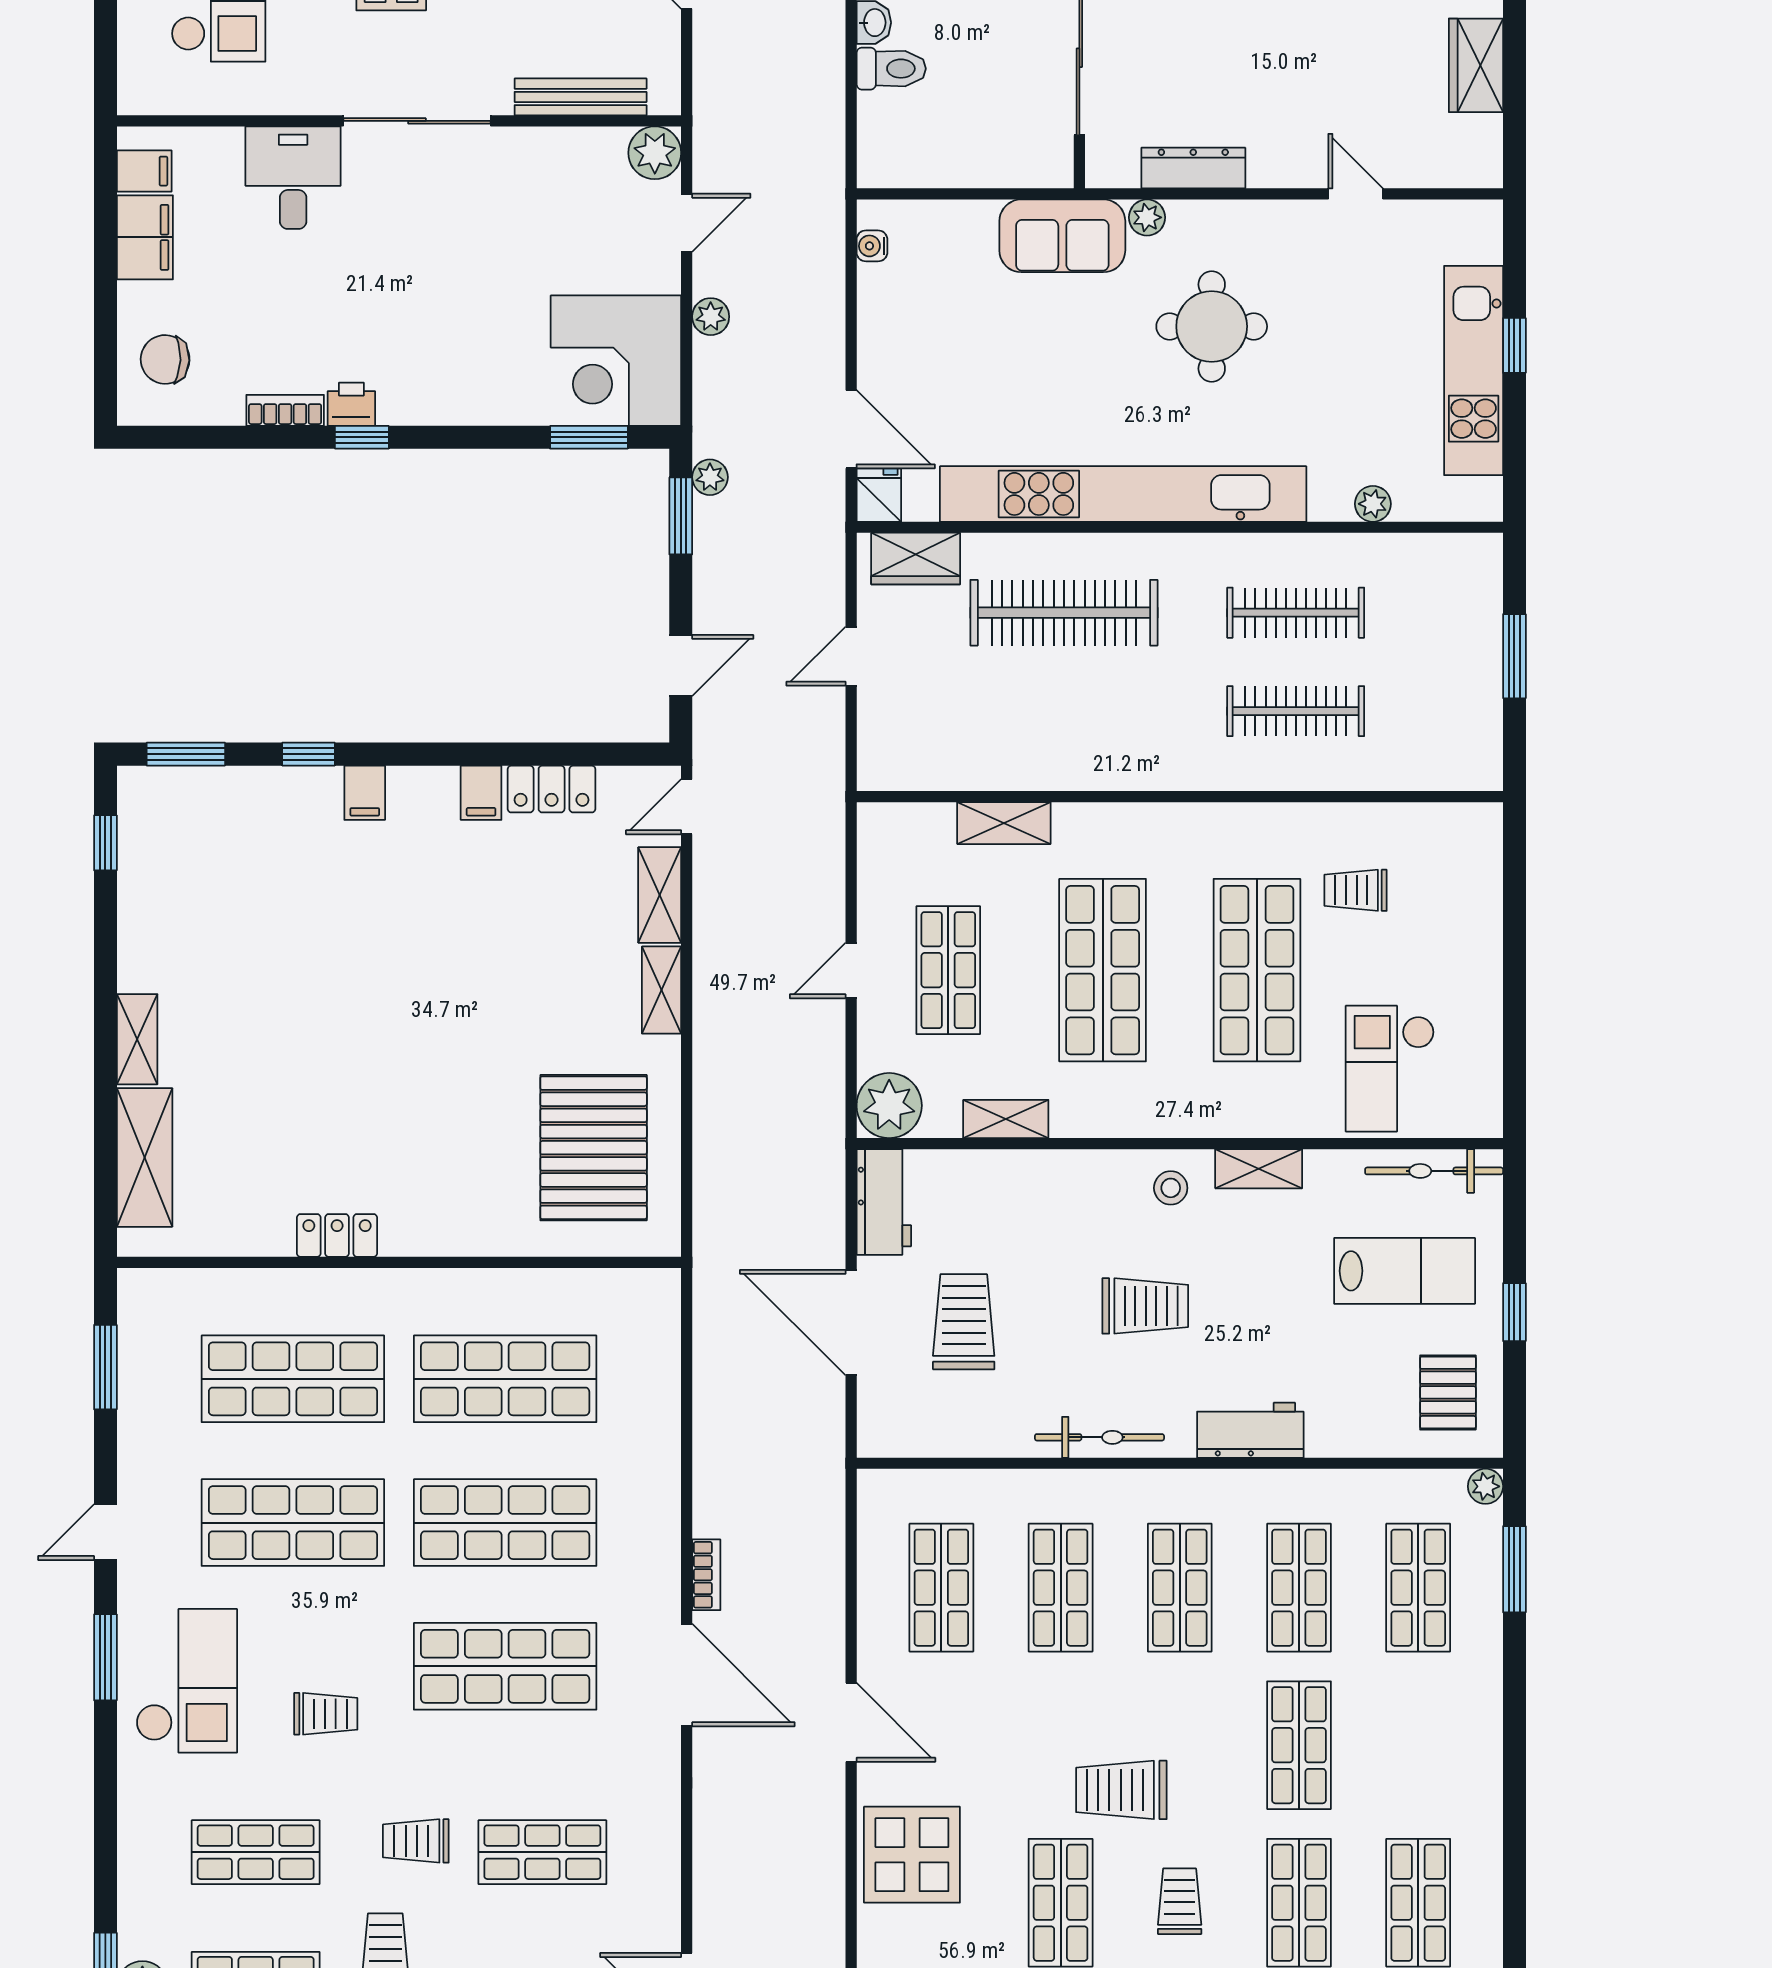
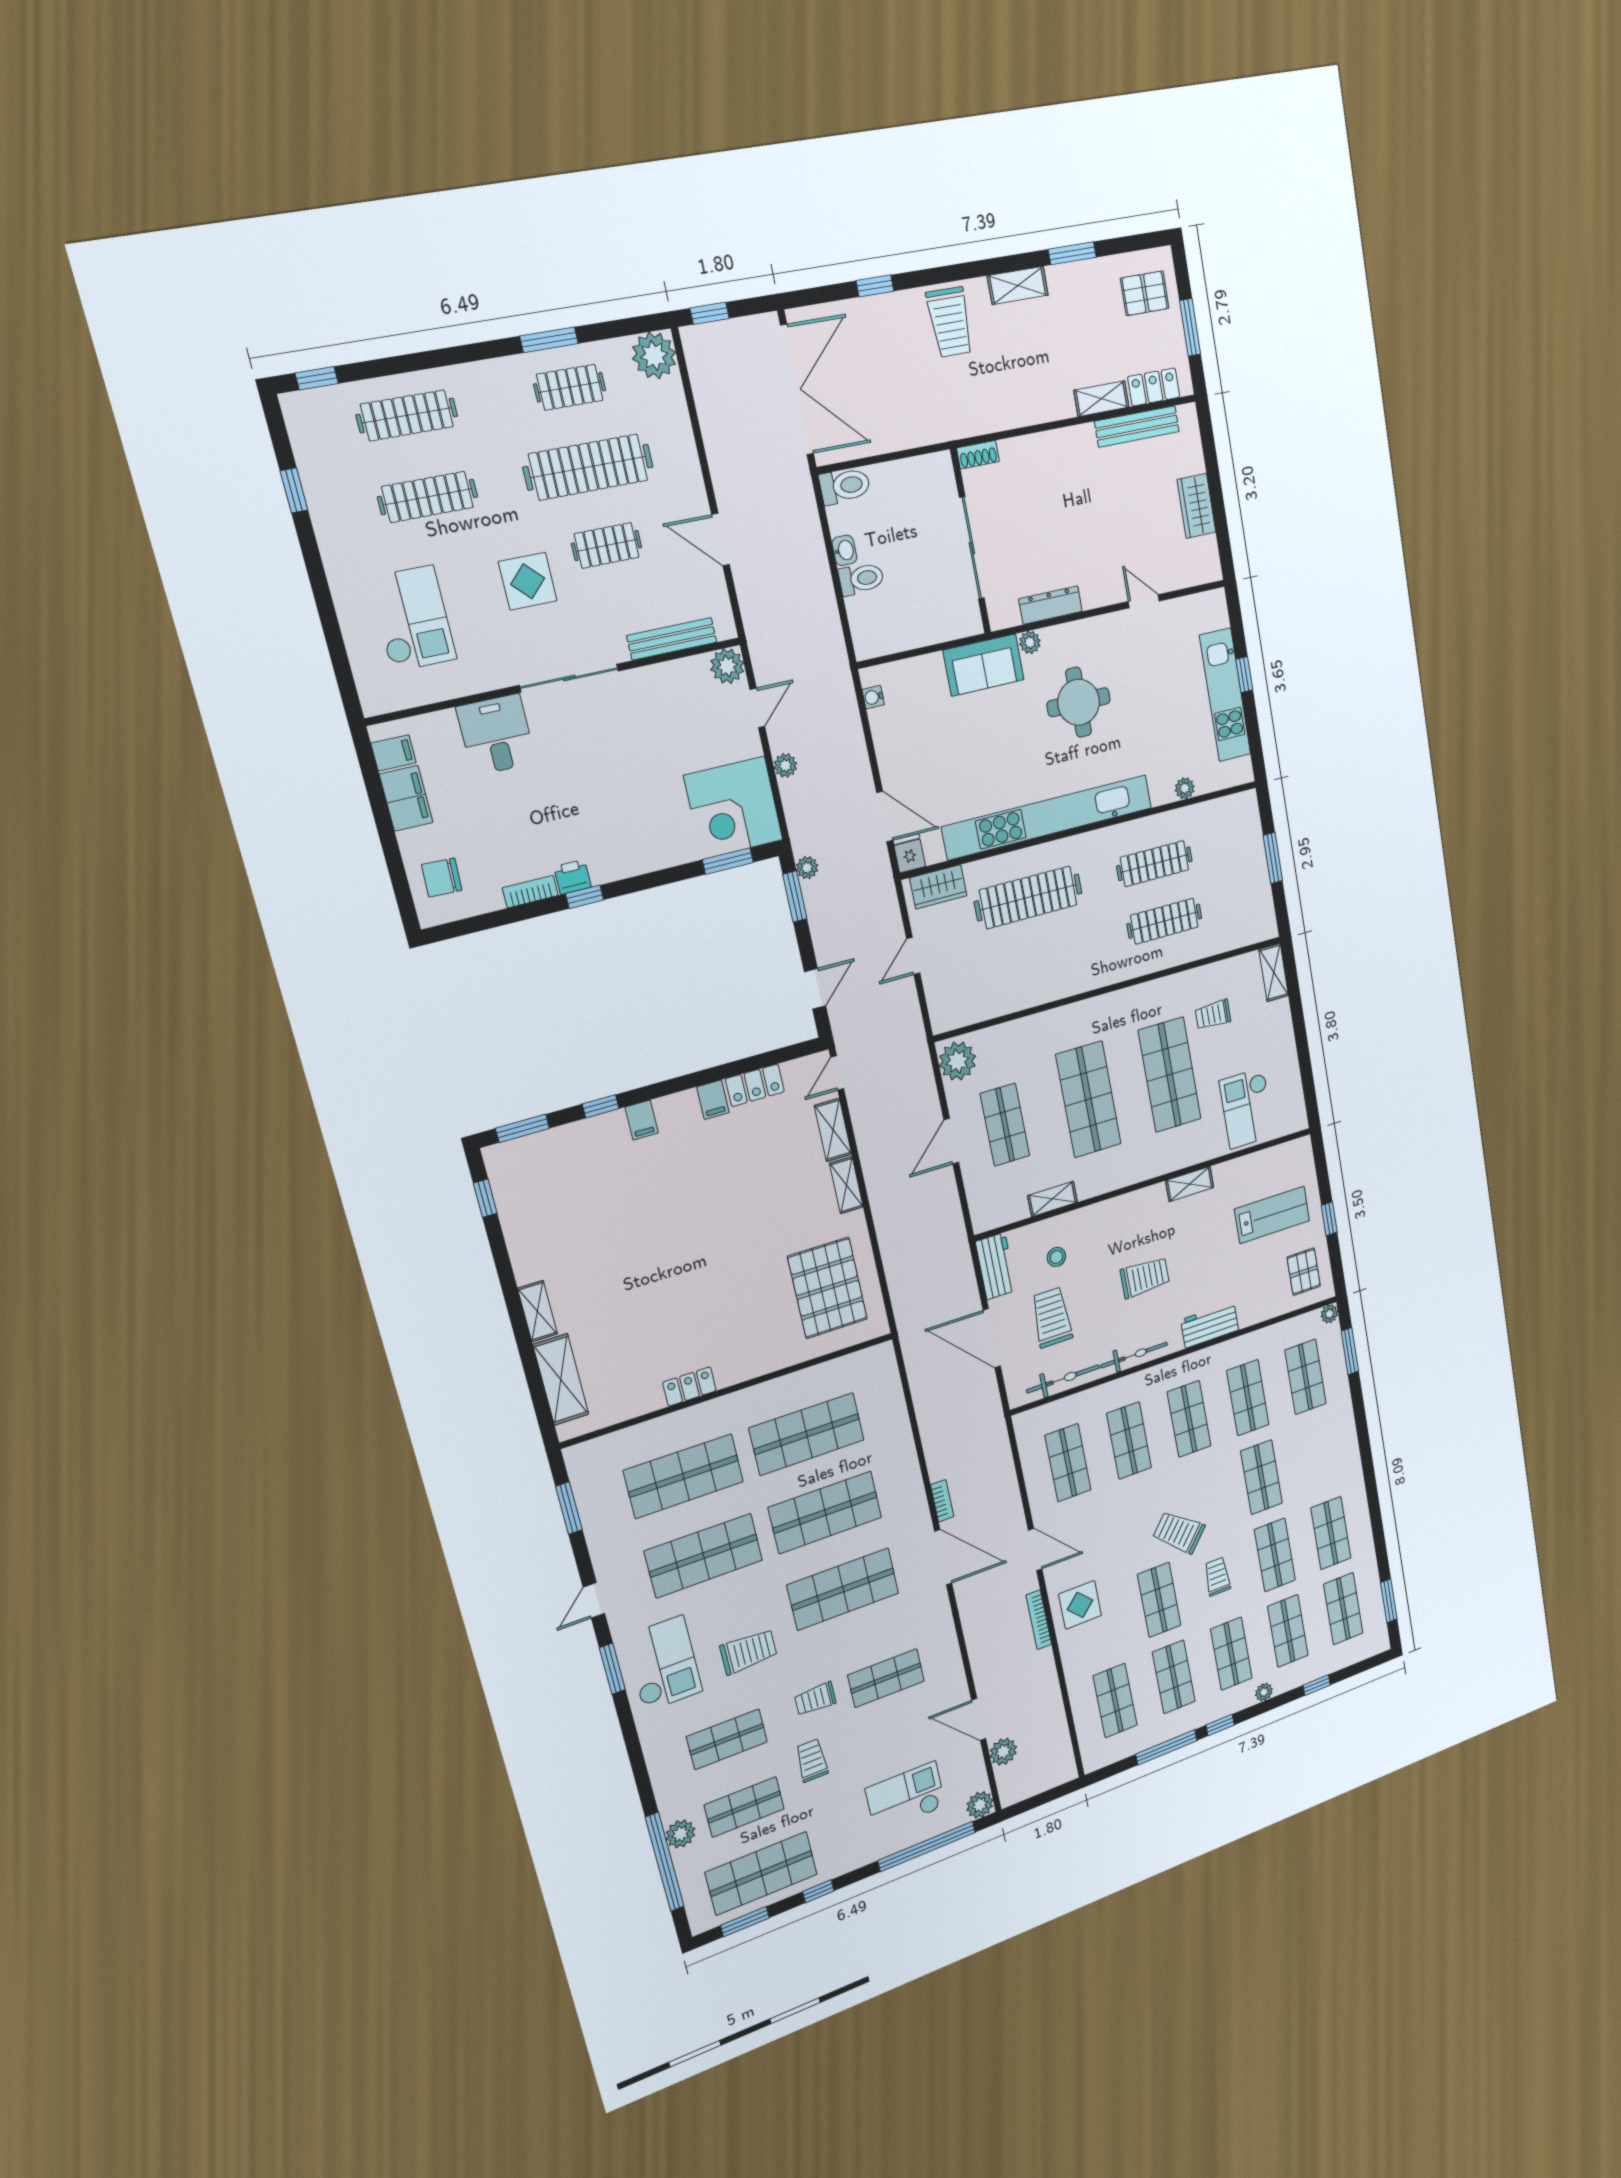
shelving: (1004, 823) -> (1274, 972), moved, turned 90
door: (851, 970) -> (951, 1141), width x1.37
plant: (889, 1106) -> (958, 1061), moved
bicycle: (1434, 1171) -> (1063, 1379), moved, turned 180
stool: (1171, 1188) -> (1056, 1257), moved
trolley: (326, 1714) -> (748, 1651), width x1.36, depth x1.39
trolley: (1121, 1790) -> (1179, 1532), turned 39
bookcase: (832, 1853) -> (1039, 1620), added
display table: (912, 1855) -> (1080, 1605), width x0.73, depth x0.73

